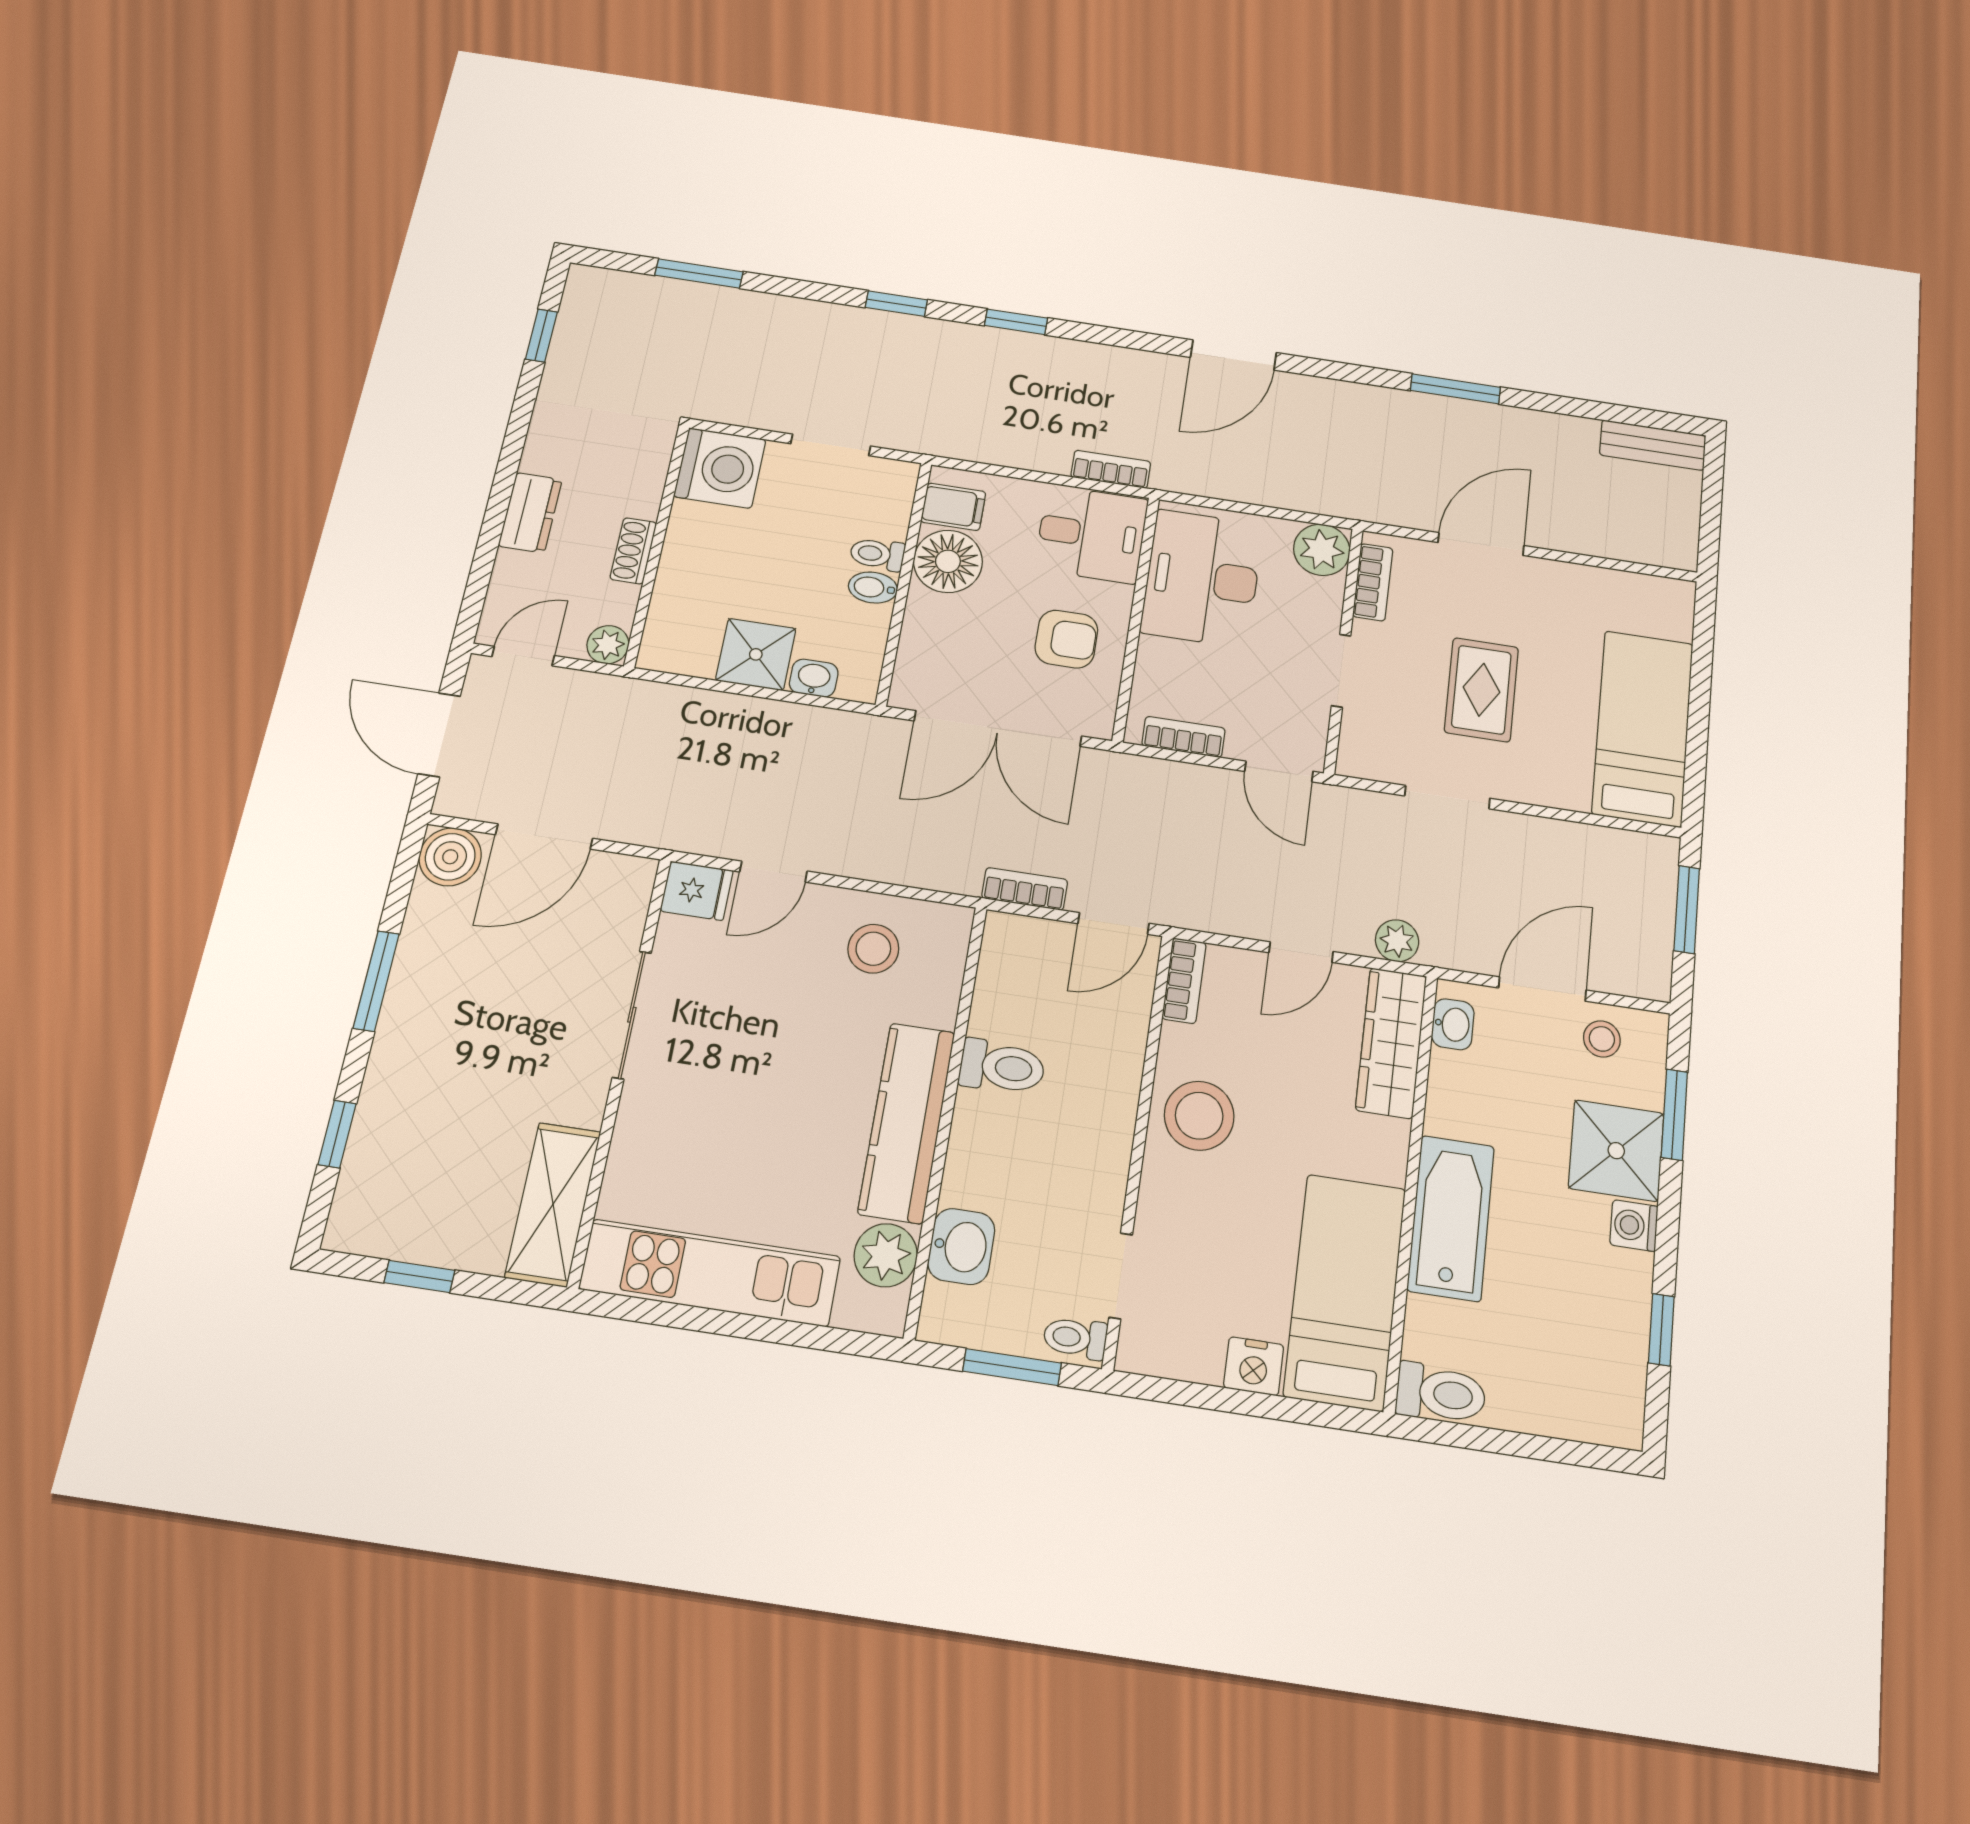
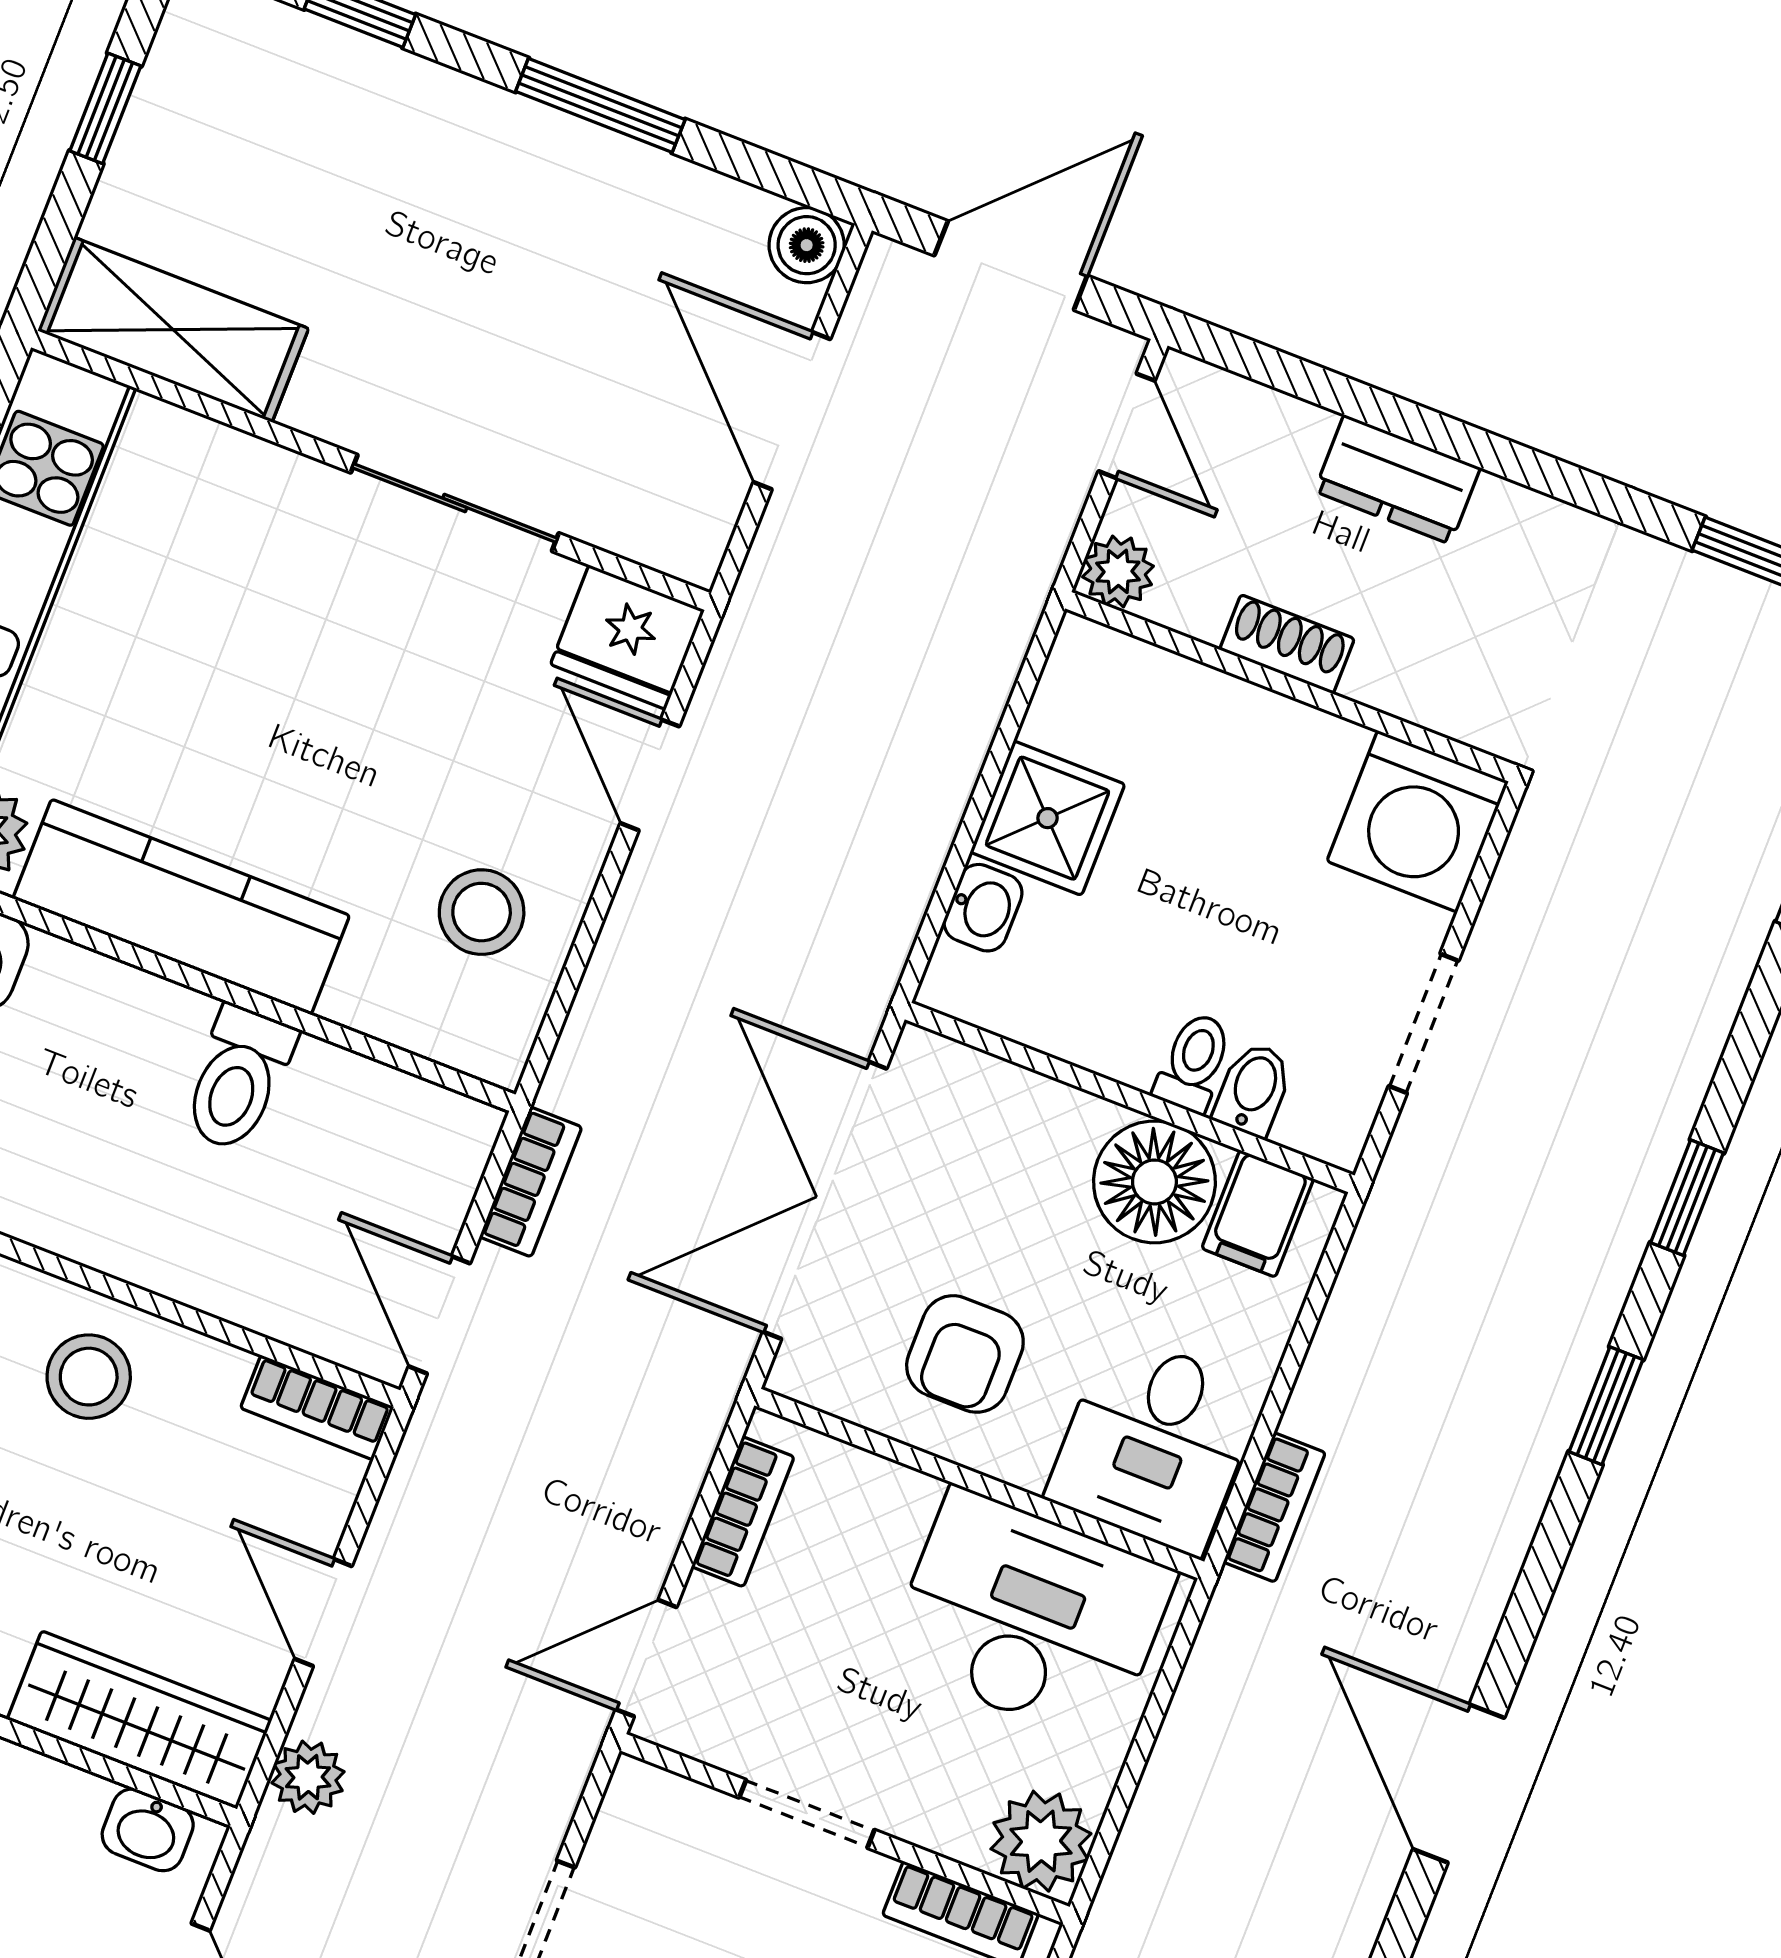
bidet: (873, 588) -> (1253, 1089), moved
boiler: (450, 857) -> (807, 245), width x0.73, depth x0.73
fridge: (697, 891) -> (627, 637), width x1.38
stool: (1199, 1116) -> (89, 1377), width x0.73, depth x0.73

